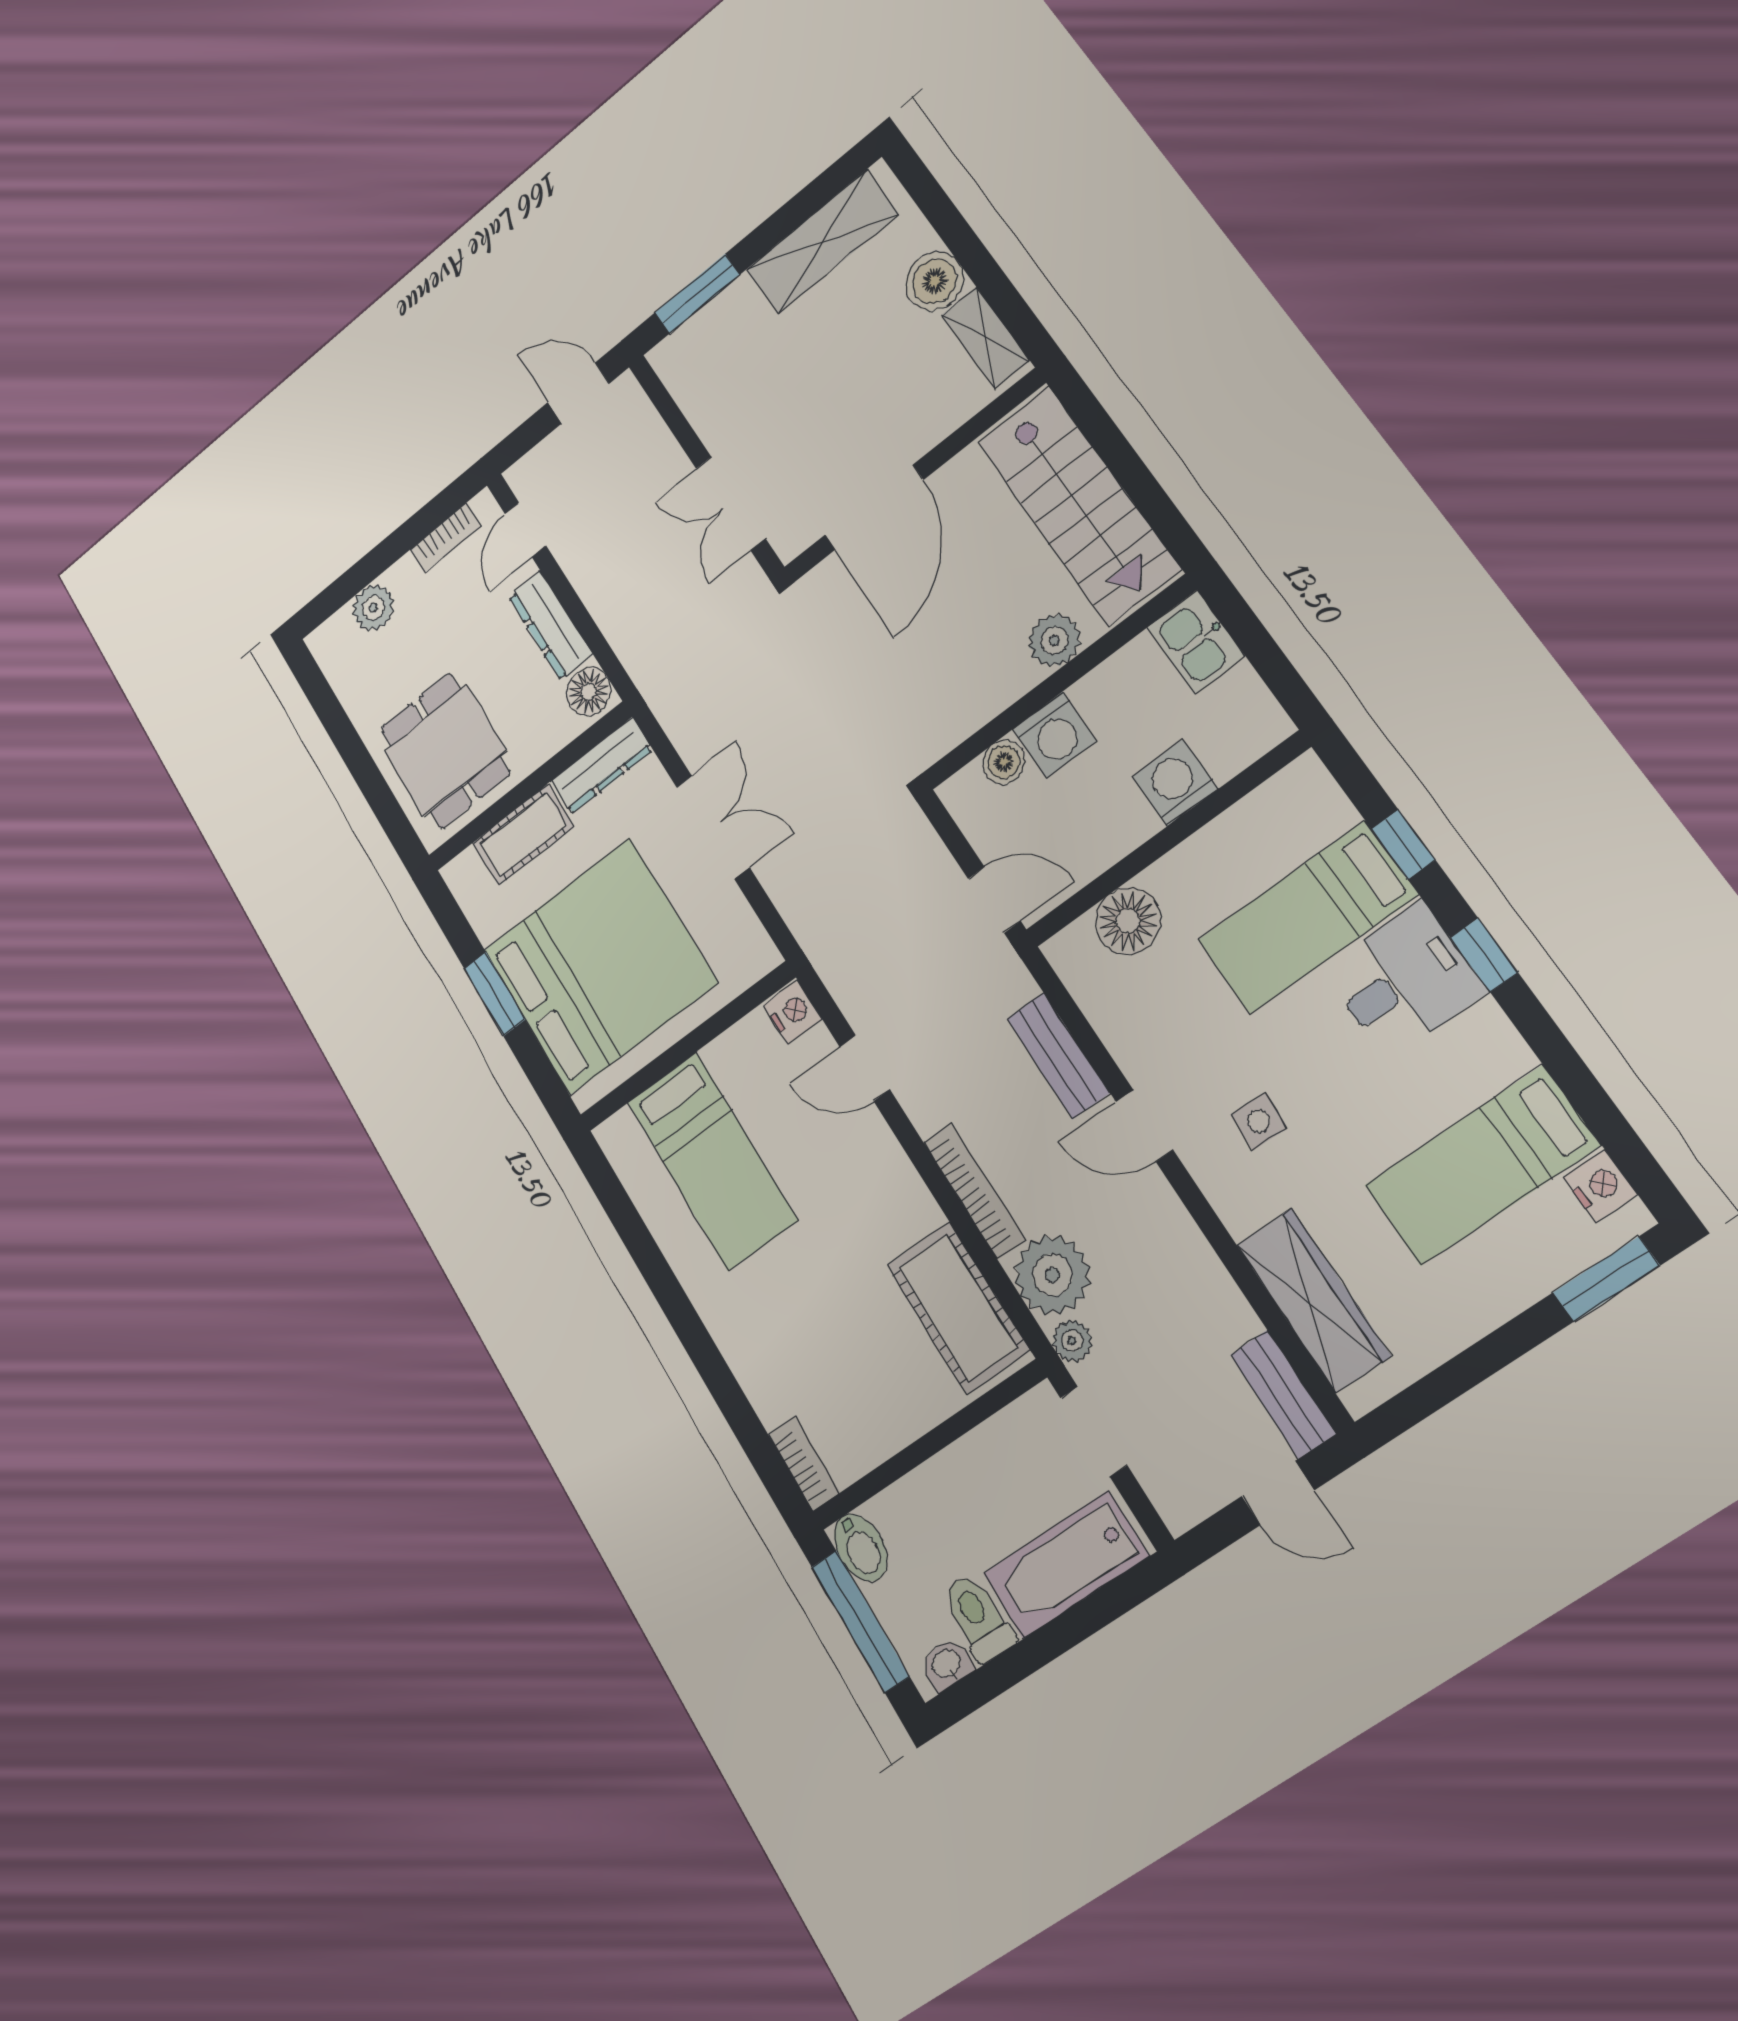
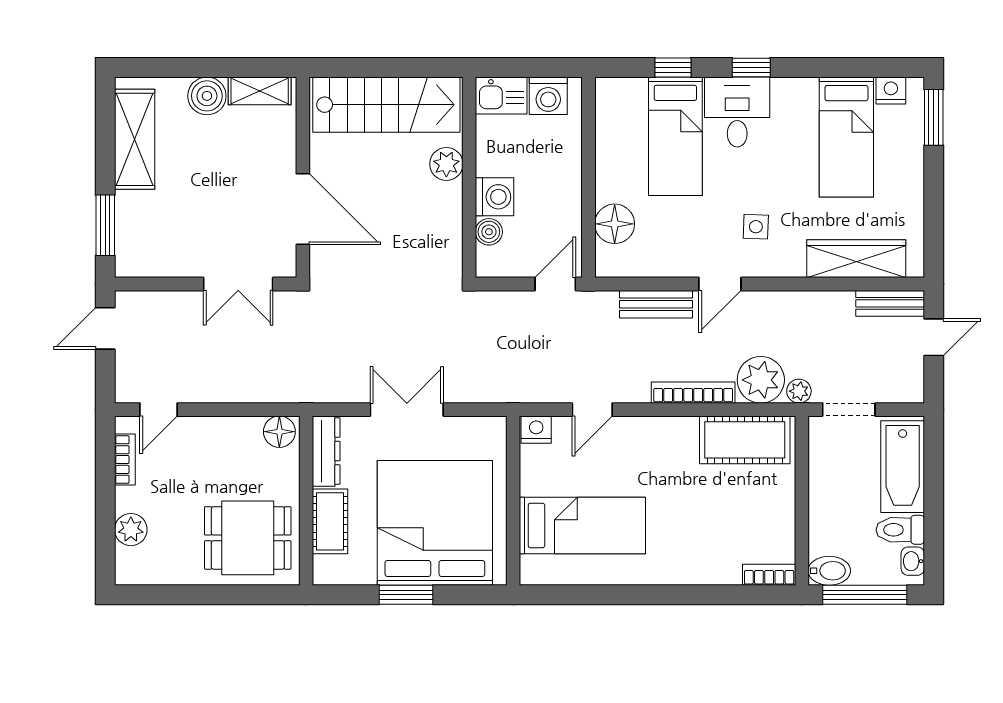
door: (525, 530) -> (159, 410), hinge flipped
dresser: (551, 626) -> (225, 430), removed
washing machine: (1175, 783) -> (548, 96), moved, turned -90

